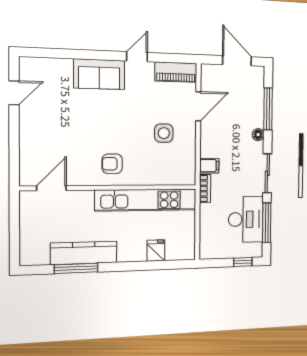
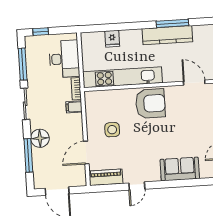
sofa: (99, 74) -> (180, 169), moved
floor lamp: (258, 135) -> (40, 138), width x1.89, depth x1.89
armchair: (112, 164) -> (150, 104), width x1.88, depth x1.88
door: (51, 188) -> (194, 83), swing flipped
desk: (246, 219) -> (64, 59), moved, turned 180

